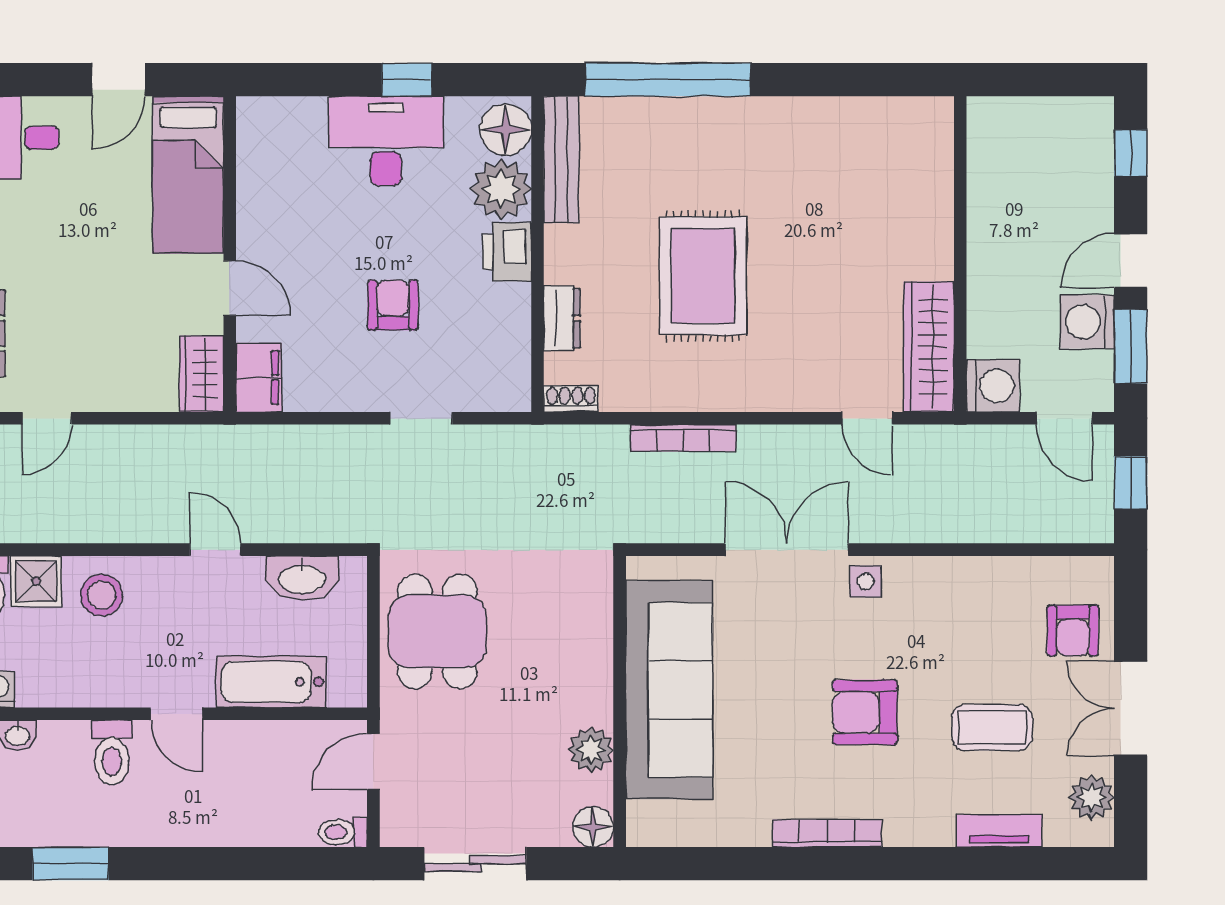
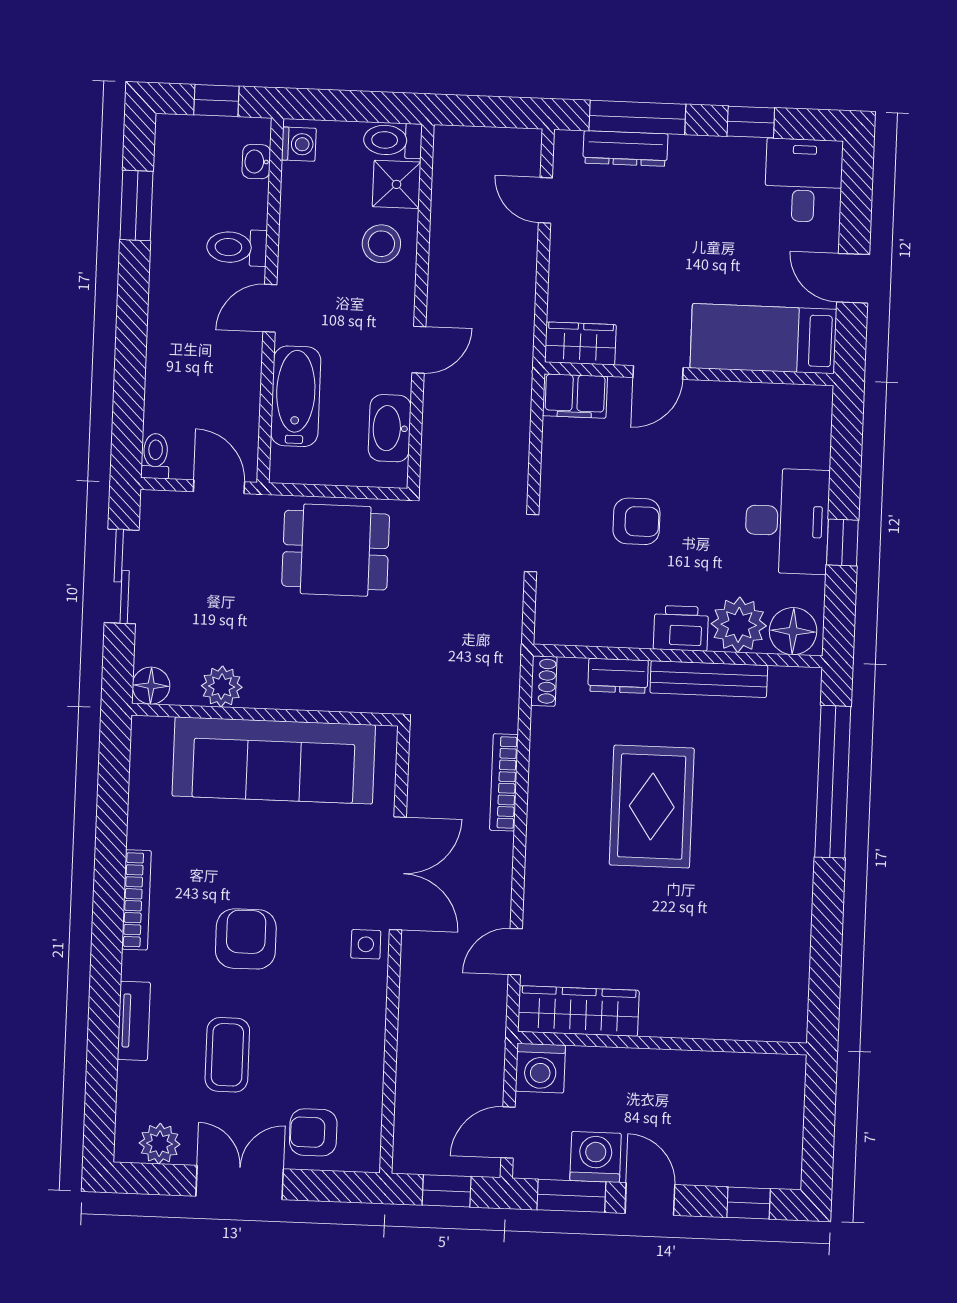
bench: (561, 160) -> (709, 679), moved
rug: (703, 276) -> (652, 807), turned 90
tv unit: (999, 831) -> (134, 1021), moved

